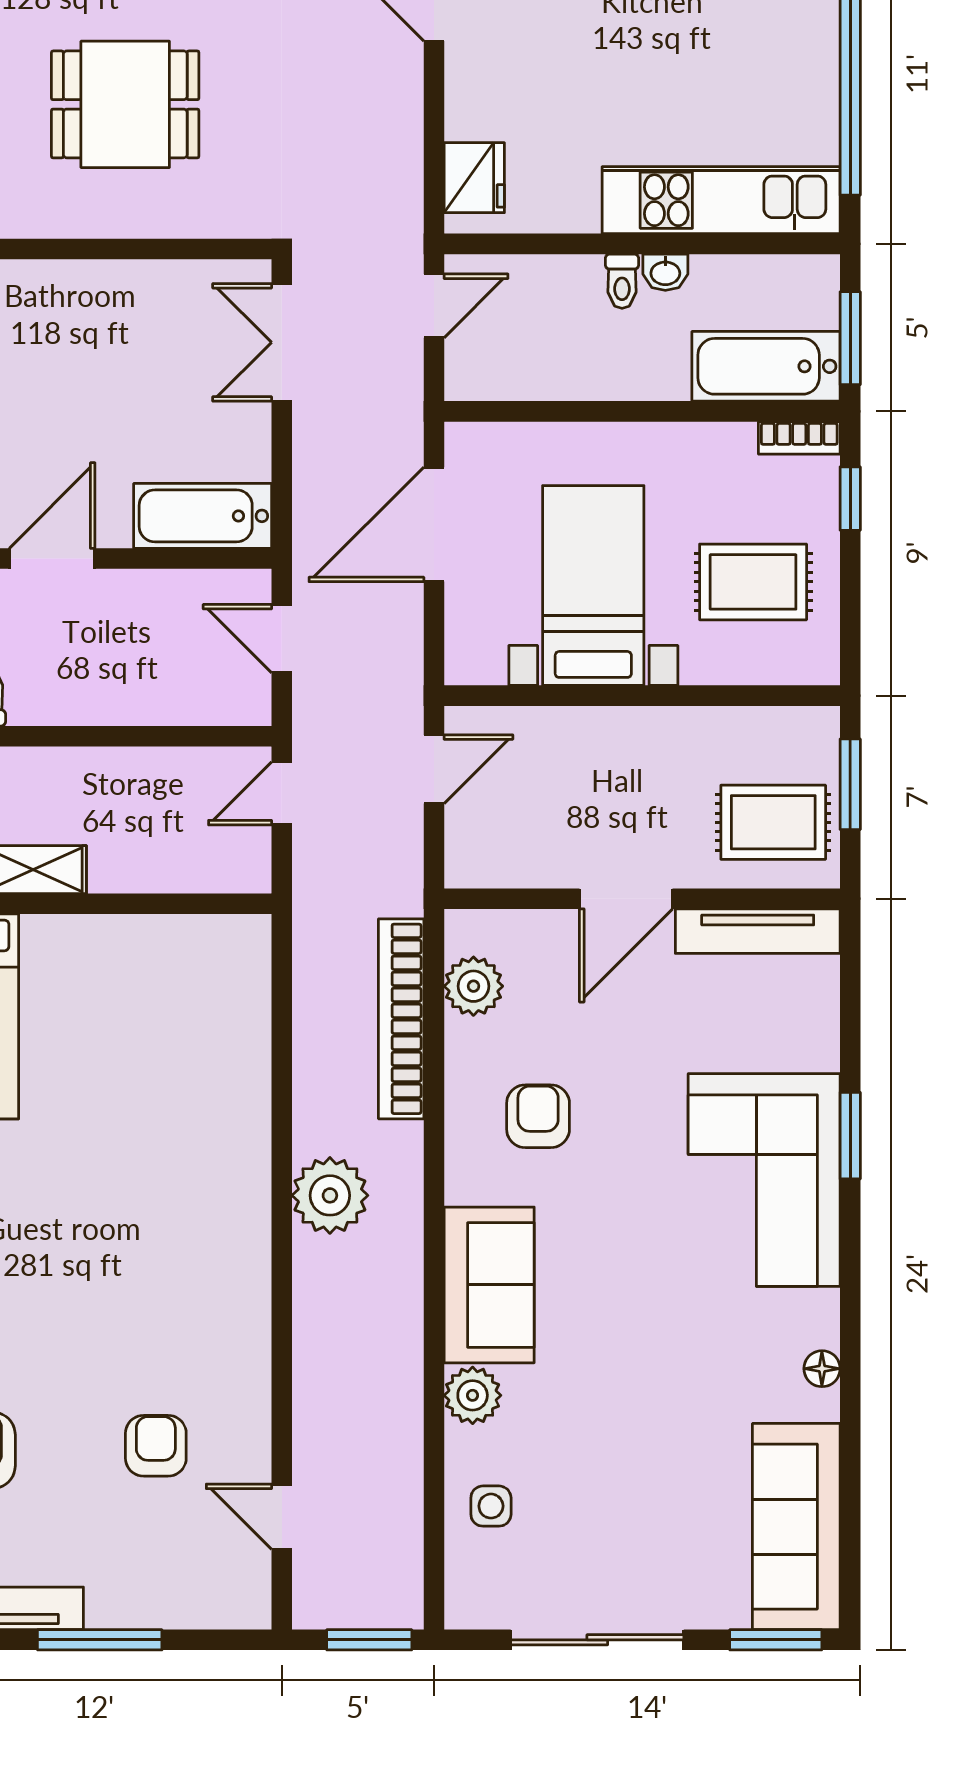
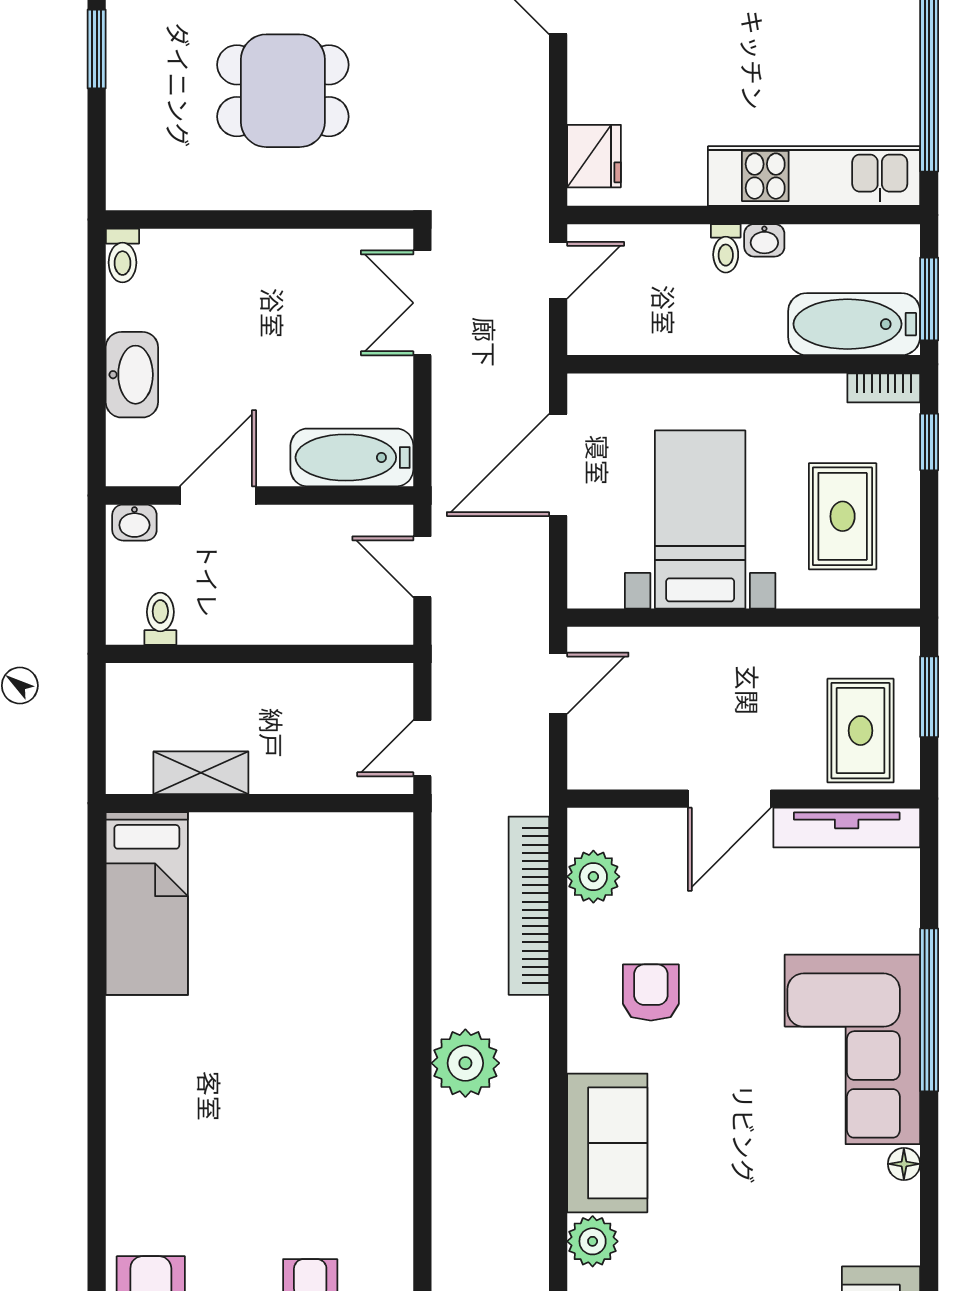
rug: (753, 582) -> (843, 516), turned 90
door: (282, 793) -> (422, 748), moved
rug: (773, 822) -> (861, 731), turned 90
window: (850, 1136) -> (929, 1010), width x2.11
floor lamp: (822, 1369) -> (904, 1164), moved

